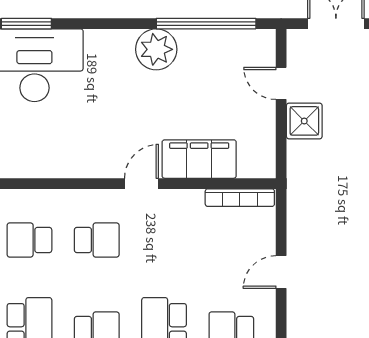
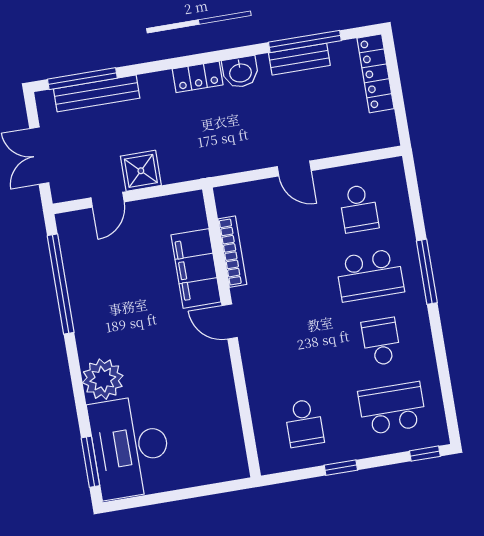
plant: (156, 49) -> (103, 379), moved
bookcase: (240, 198) -> (232, 252), moved
school desk: (97, 240) -> (293, 356), removed

